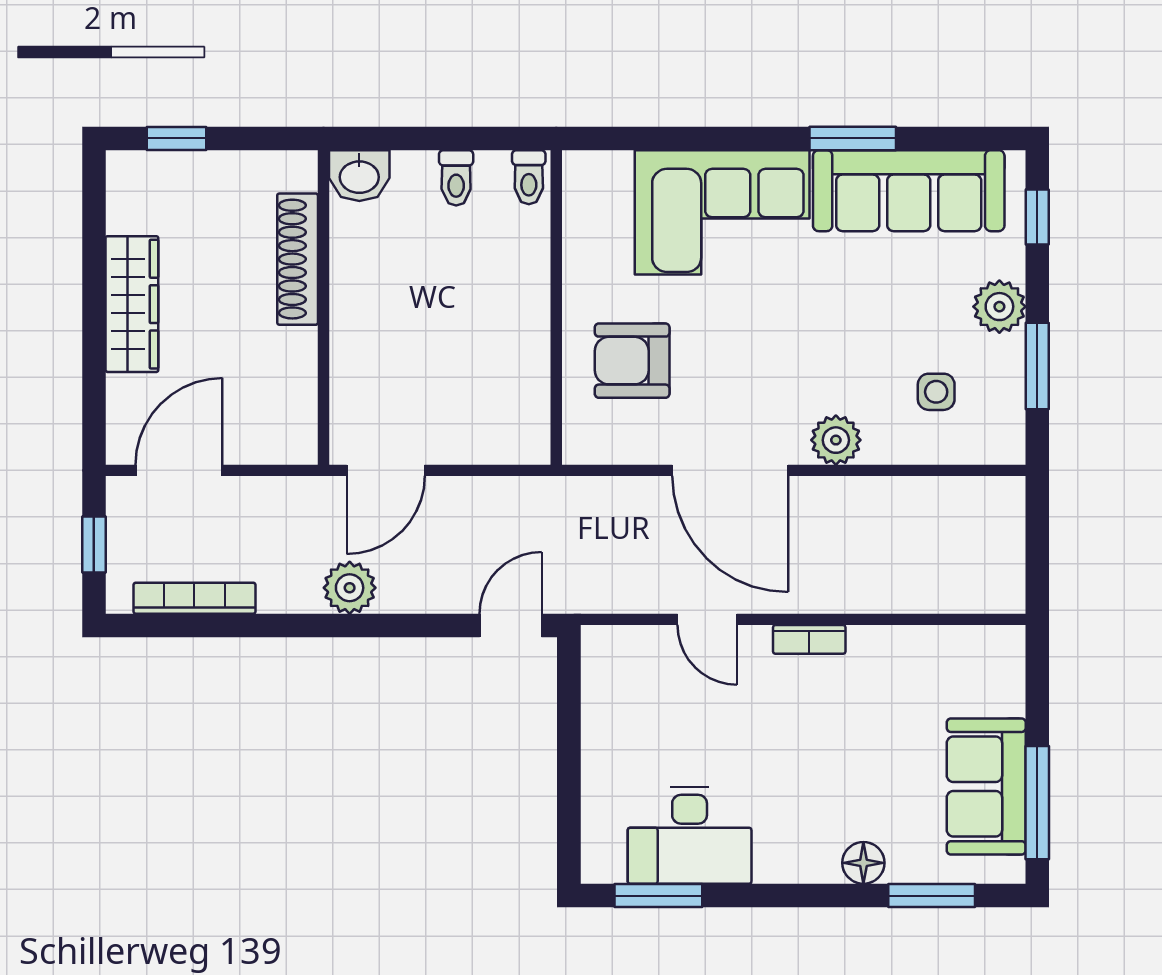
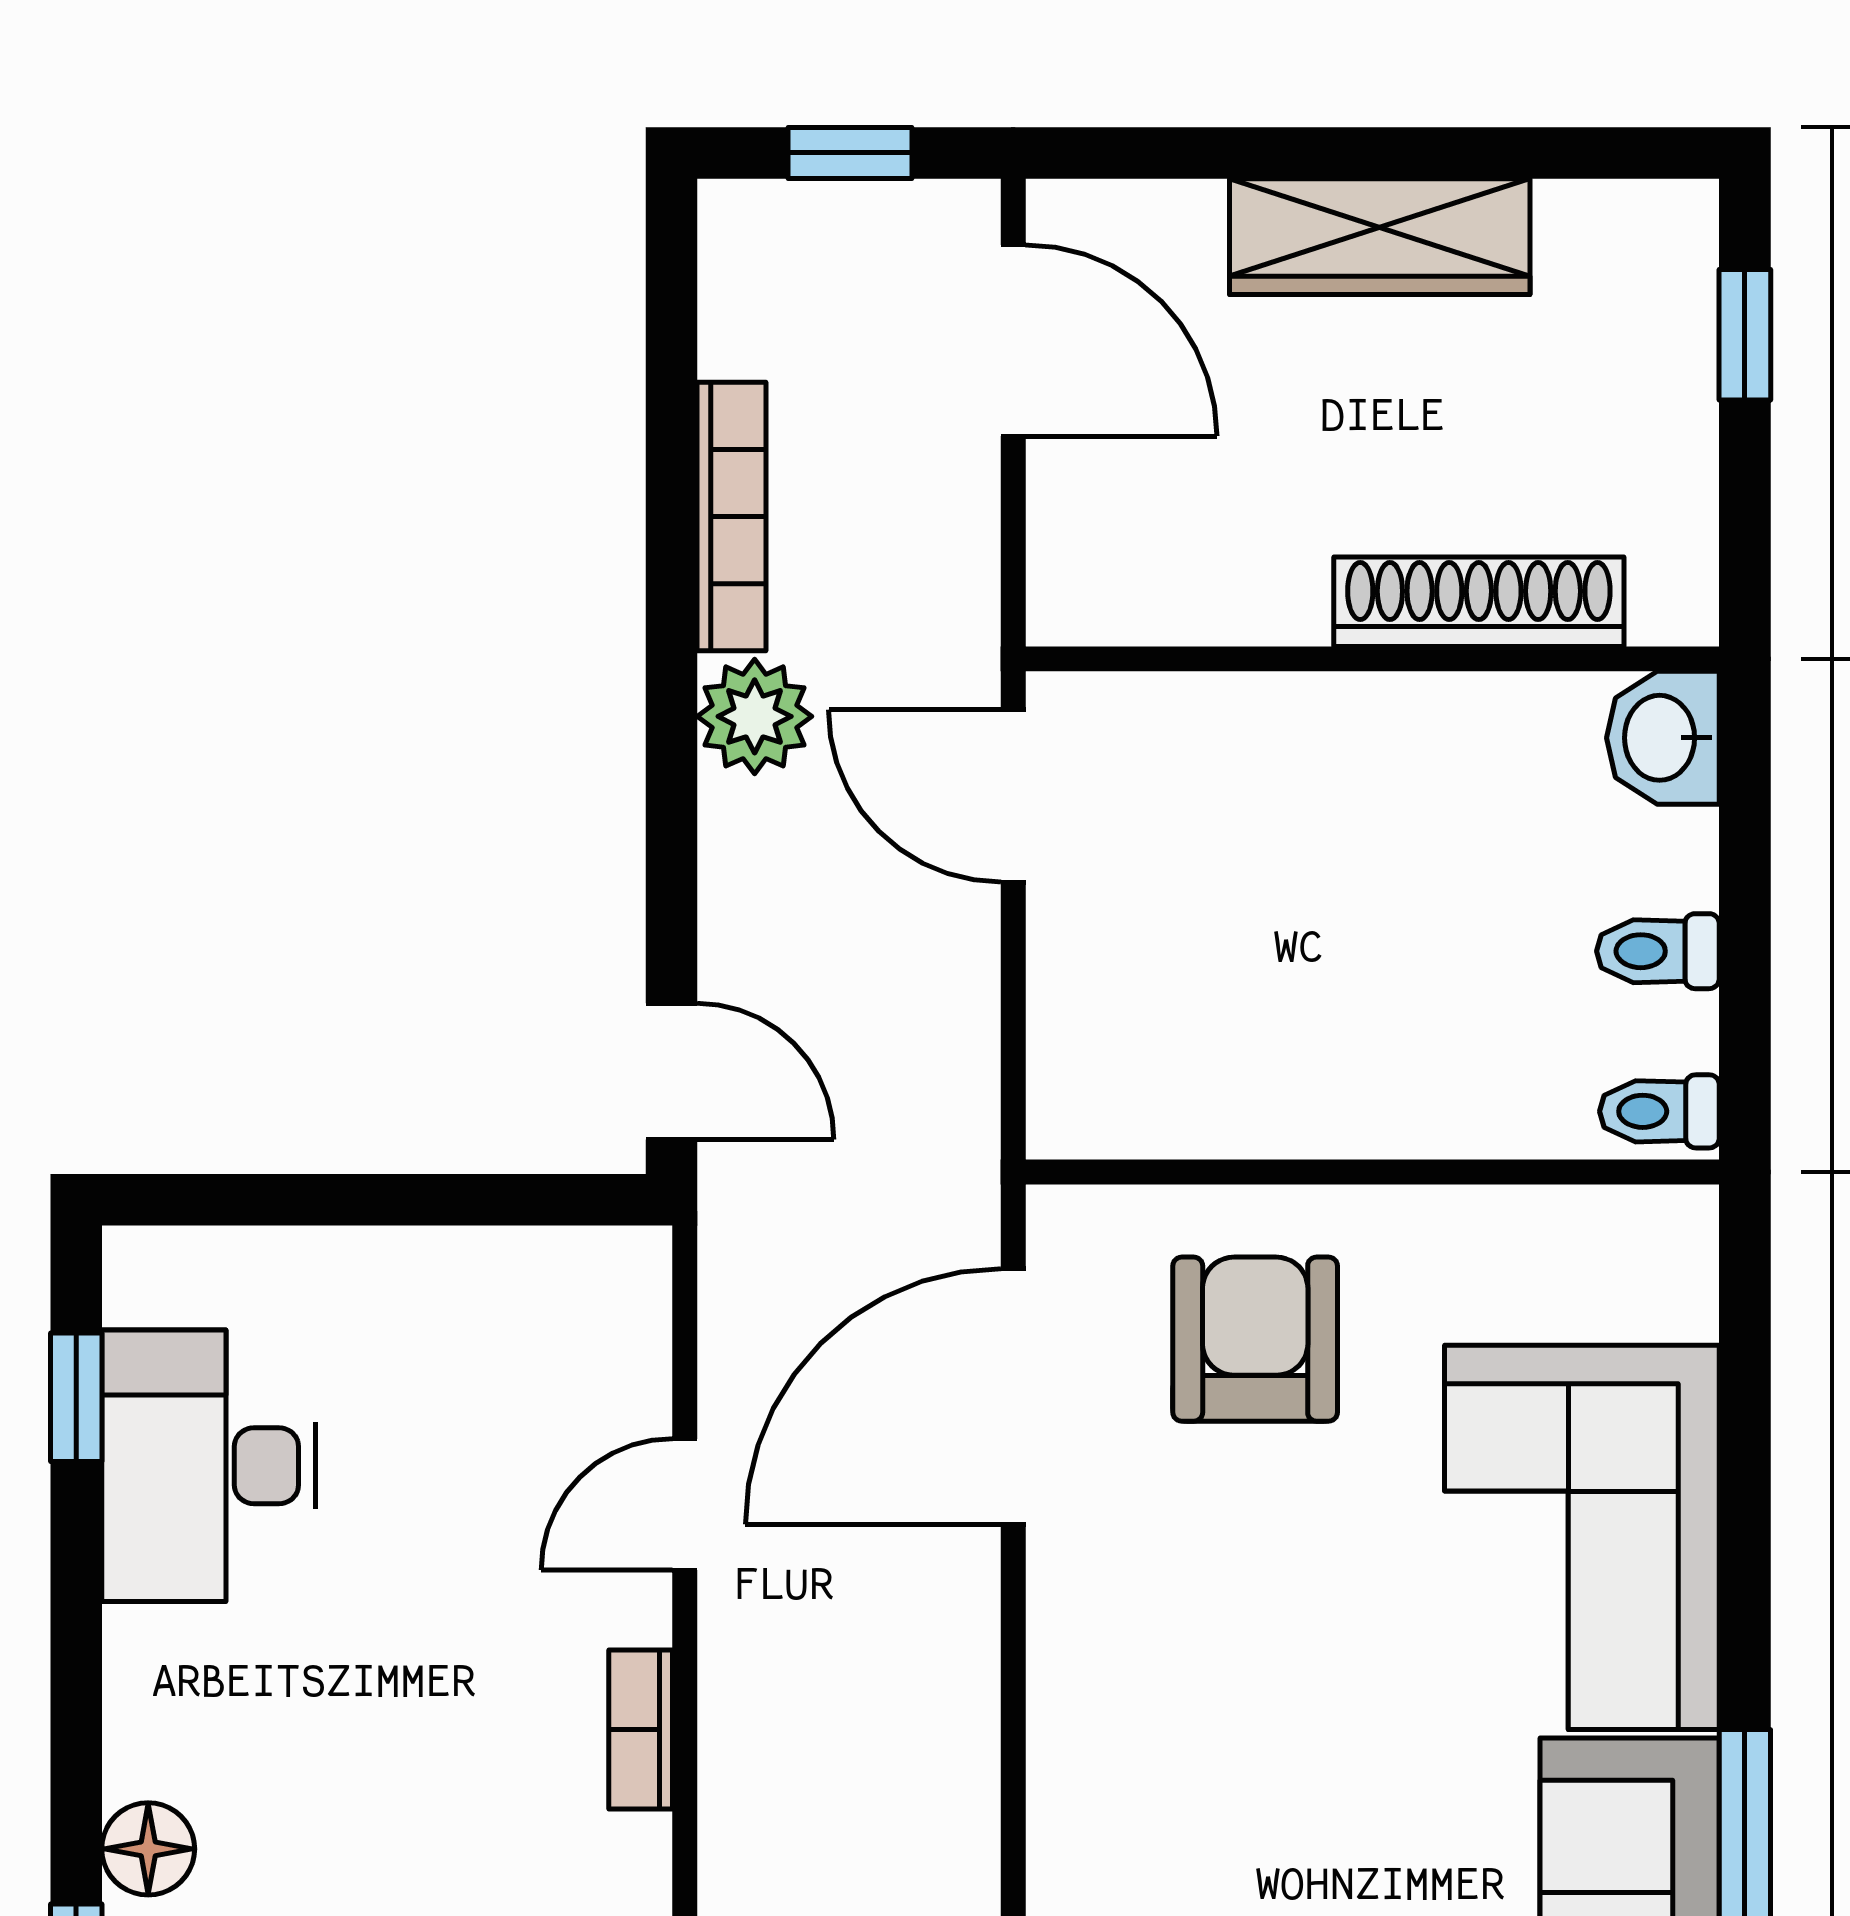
plant: (836, 440) -> (1080, 1788), removed
door: (730, 470) -> (1013, 1397), moved
bookcase: (194, 598) -> (731, 517), moved
window: (658, 896) -> (76, 1397), width x0.67

